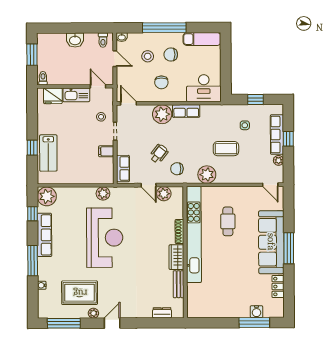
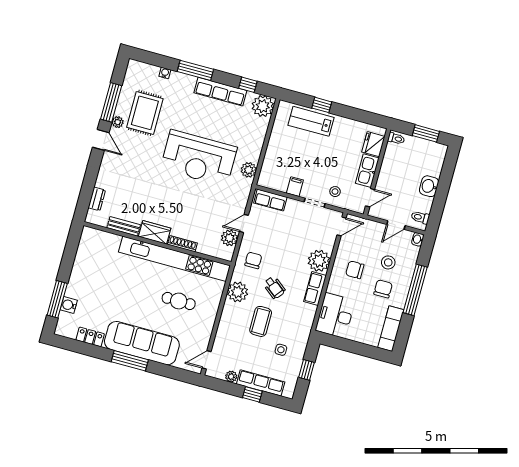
wheelchair: (159, 154) -> (274, 288), moved
window: (64, 323) -> (111, 102), moved

